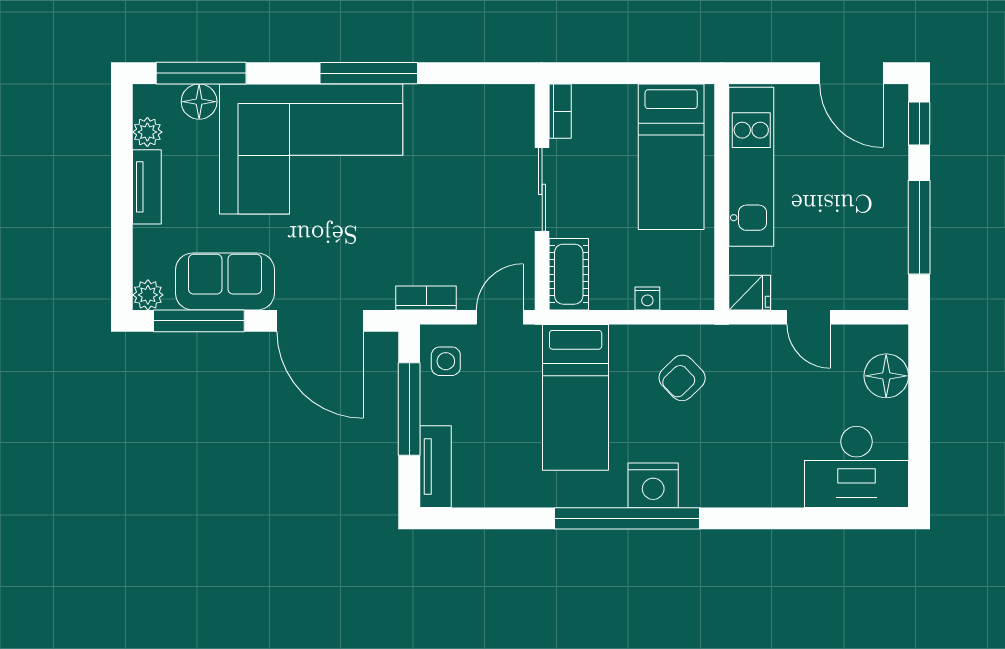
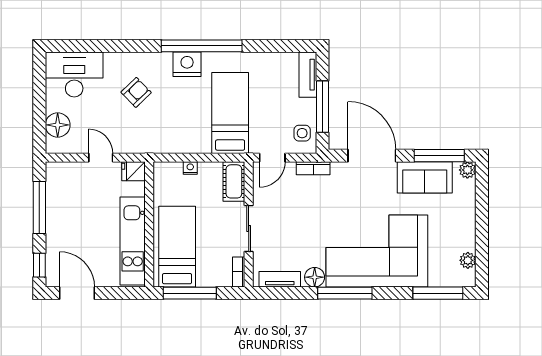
window: (648, 73) -> (190, 293), added
floor lamp: (199, 102) -> (315, 277), moved
tv unit: (147, 187) -> (280, 279), moved, turned 90
armchair: (682, 378) -> (136, 92), moved

